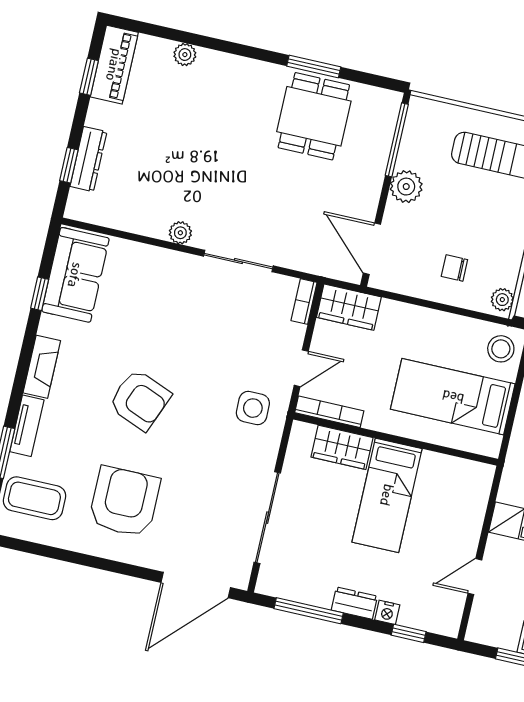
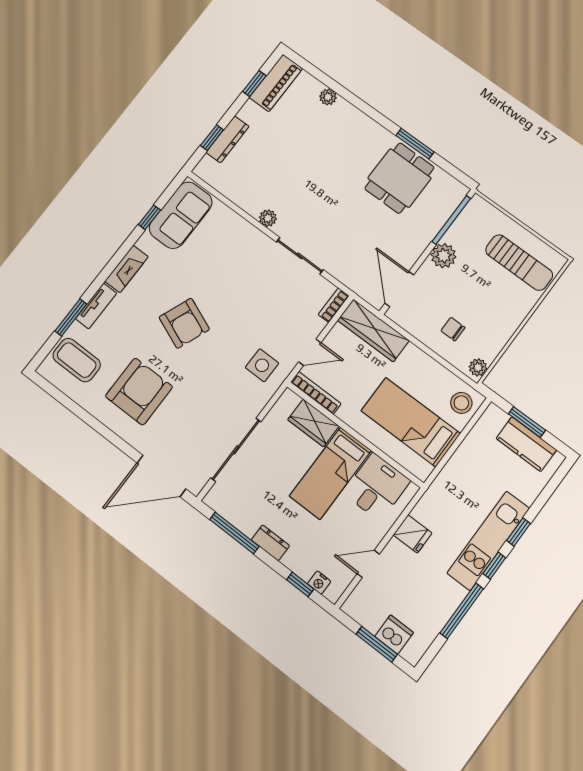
wardrobe: (349, 307) -> (373, 330), width x1.50
desk: (446, 487) -> (377, 487), added
nightstand: (387, 612) -> (319, 583), moved

